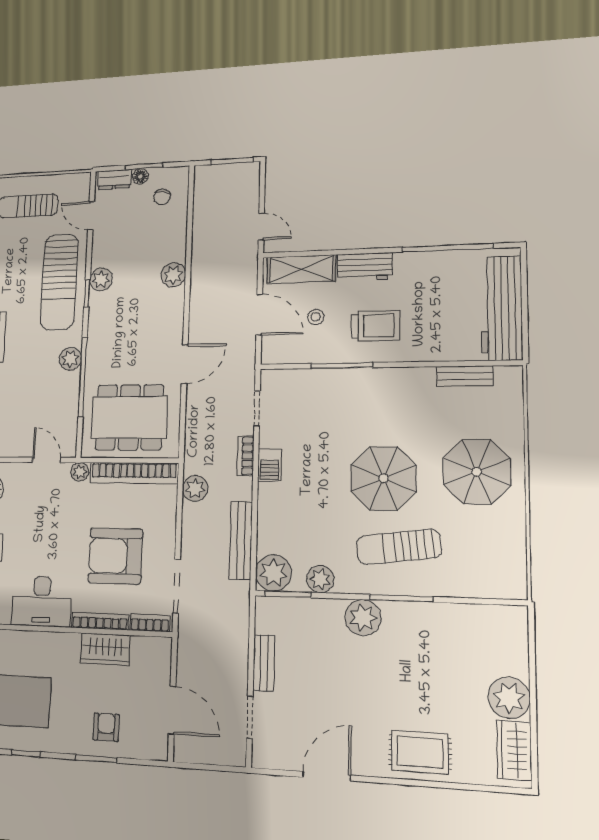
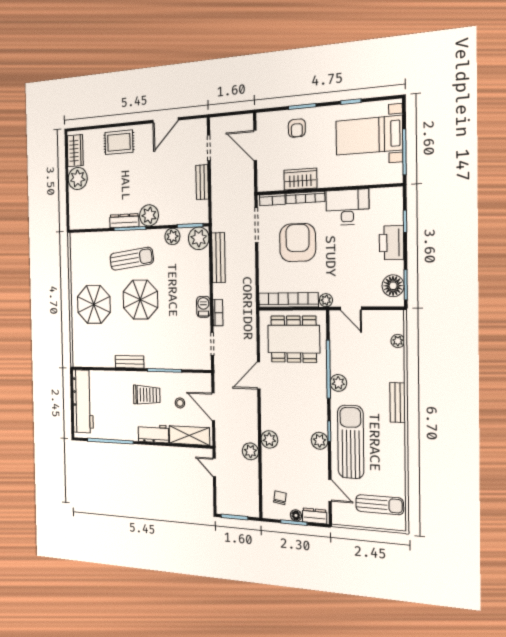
trolley: (375, 326) -> (147, 395), turned 180
bench: (465, 376) -> (130, 362), moved
plant: (195, 488) -> (250, 451), moved
armchair: (115, 556) -> (298, 243), turned -90
dresser: (412, 613) -> (124, 221), added

